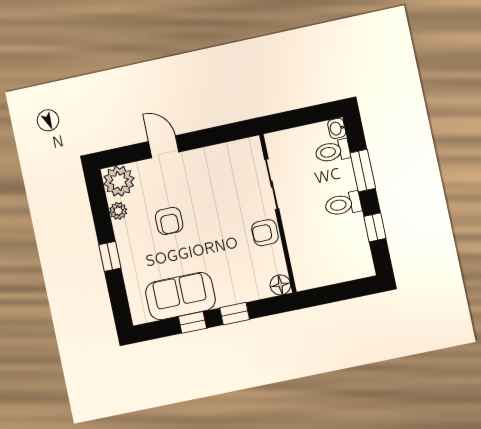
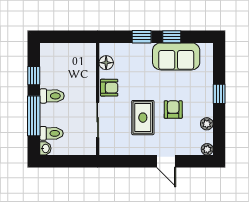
window: (363, 171) -> (34, 116), width x1.44
plant: (119, 181) -> (207, 149), width x0.53, depth x0.53
rug: (209, 201) -> (143, 118), added
floor lamp: (280, 285) -> (106, 63), moved

